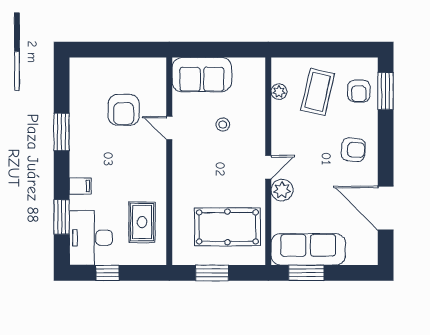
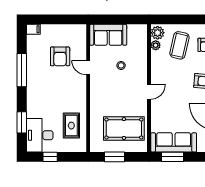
window: (62, 132) -> (22, 70), width x1.44
filing cabinet: (80, 186) -> (33, 29), moved
plant: (282, 190) -> (158, 33), moved

